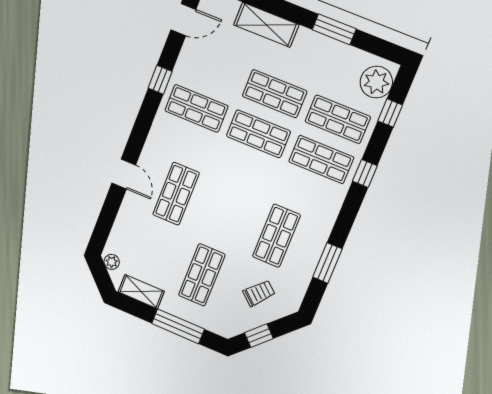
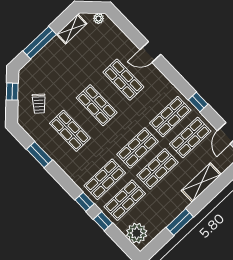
shop shelf: (212, 68) -> (190, 138), added
window: (390, 113) -> (103, 221), moved
shop shelf: (202, 275) -> (97, 105), moved

